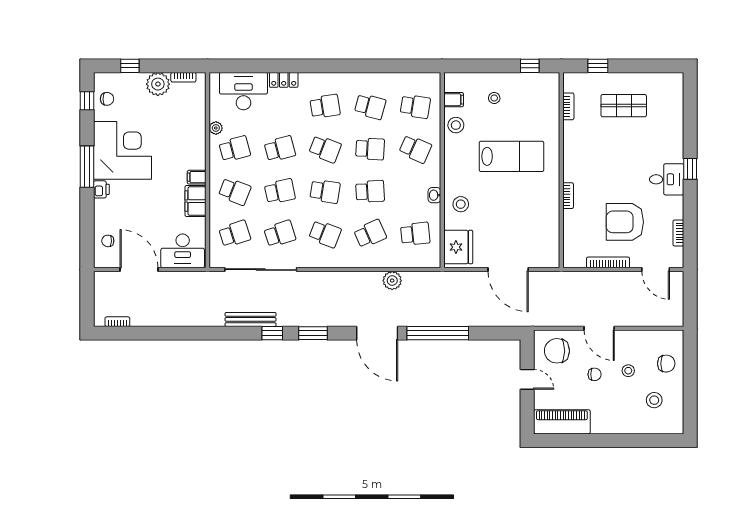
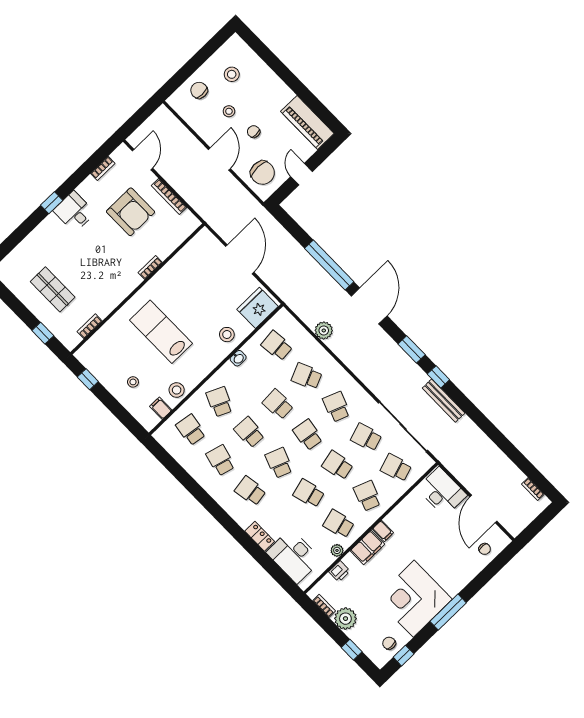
printer: (101, 189) -> (339, 571), moved, turned 180
filing cabinet: (196, 201) -> (367, 547), moved

